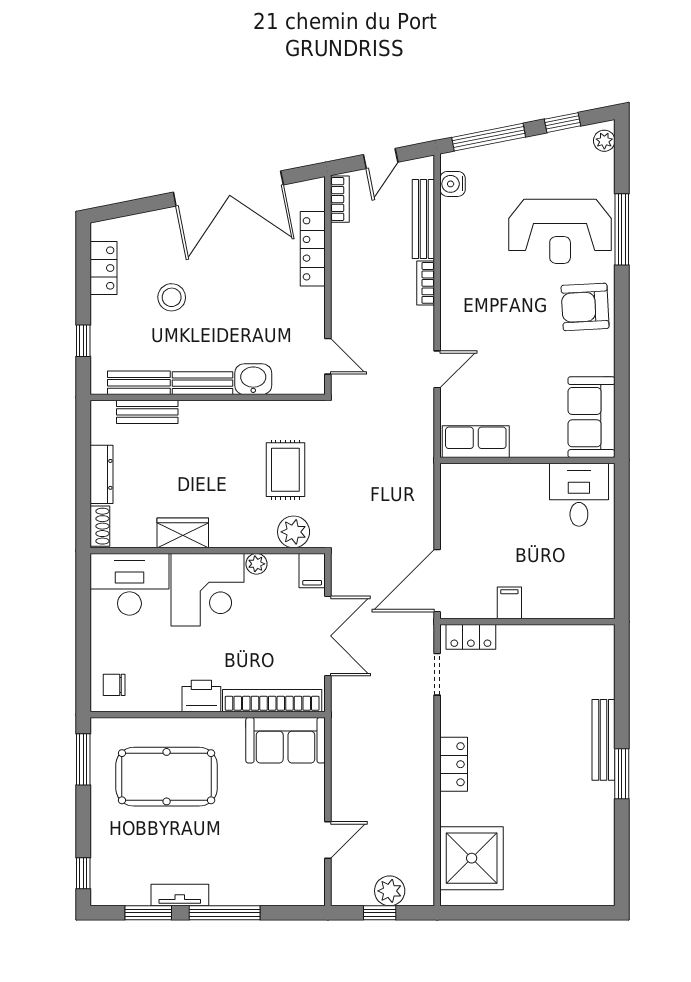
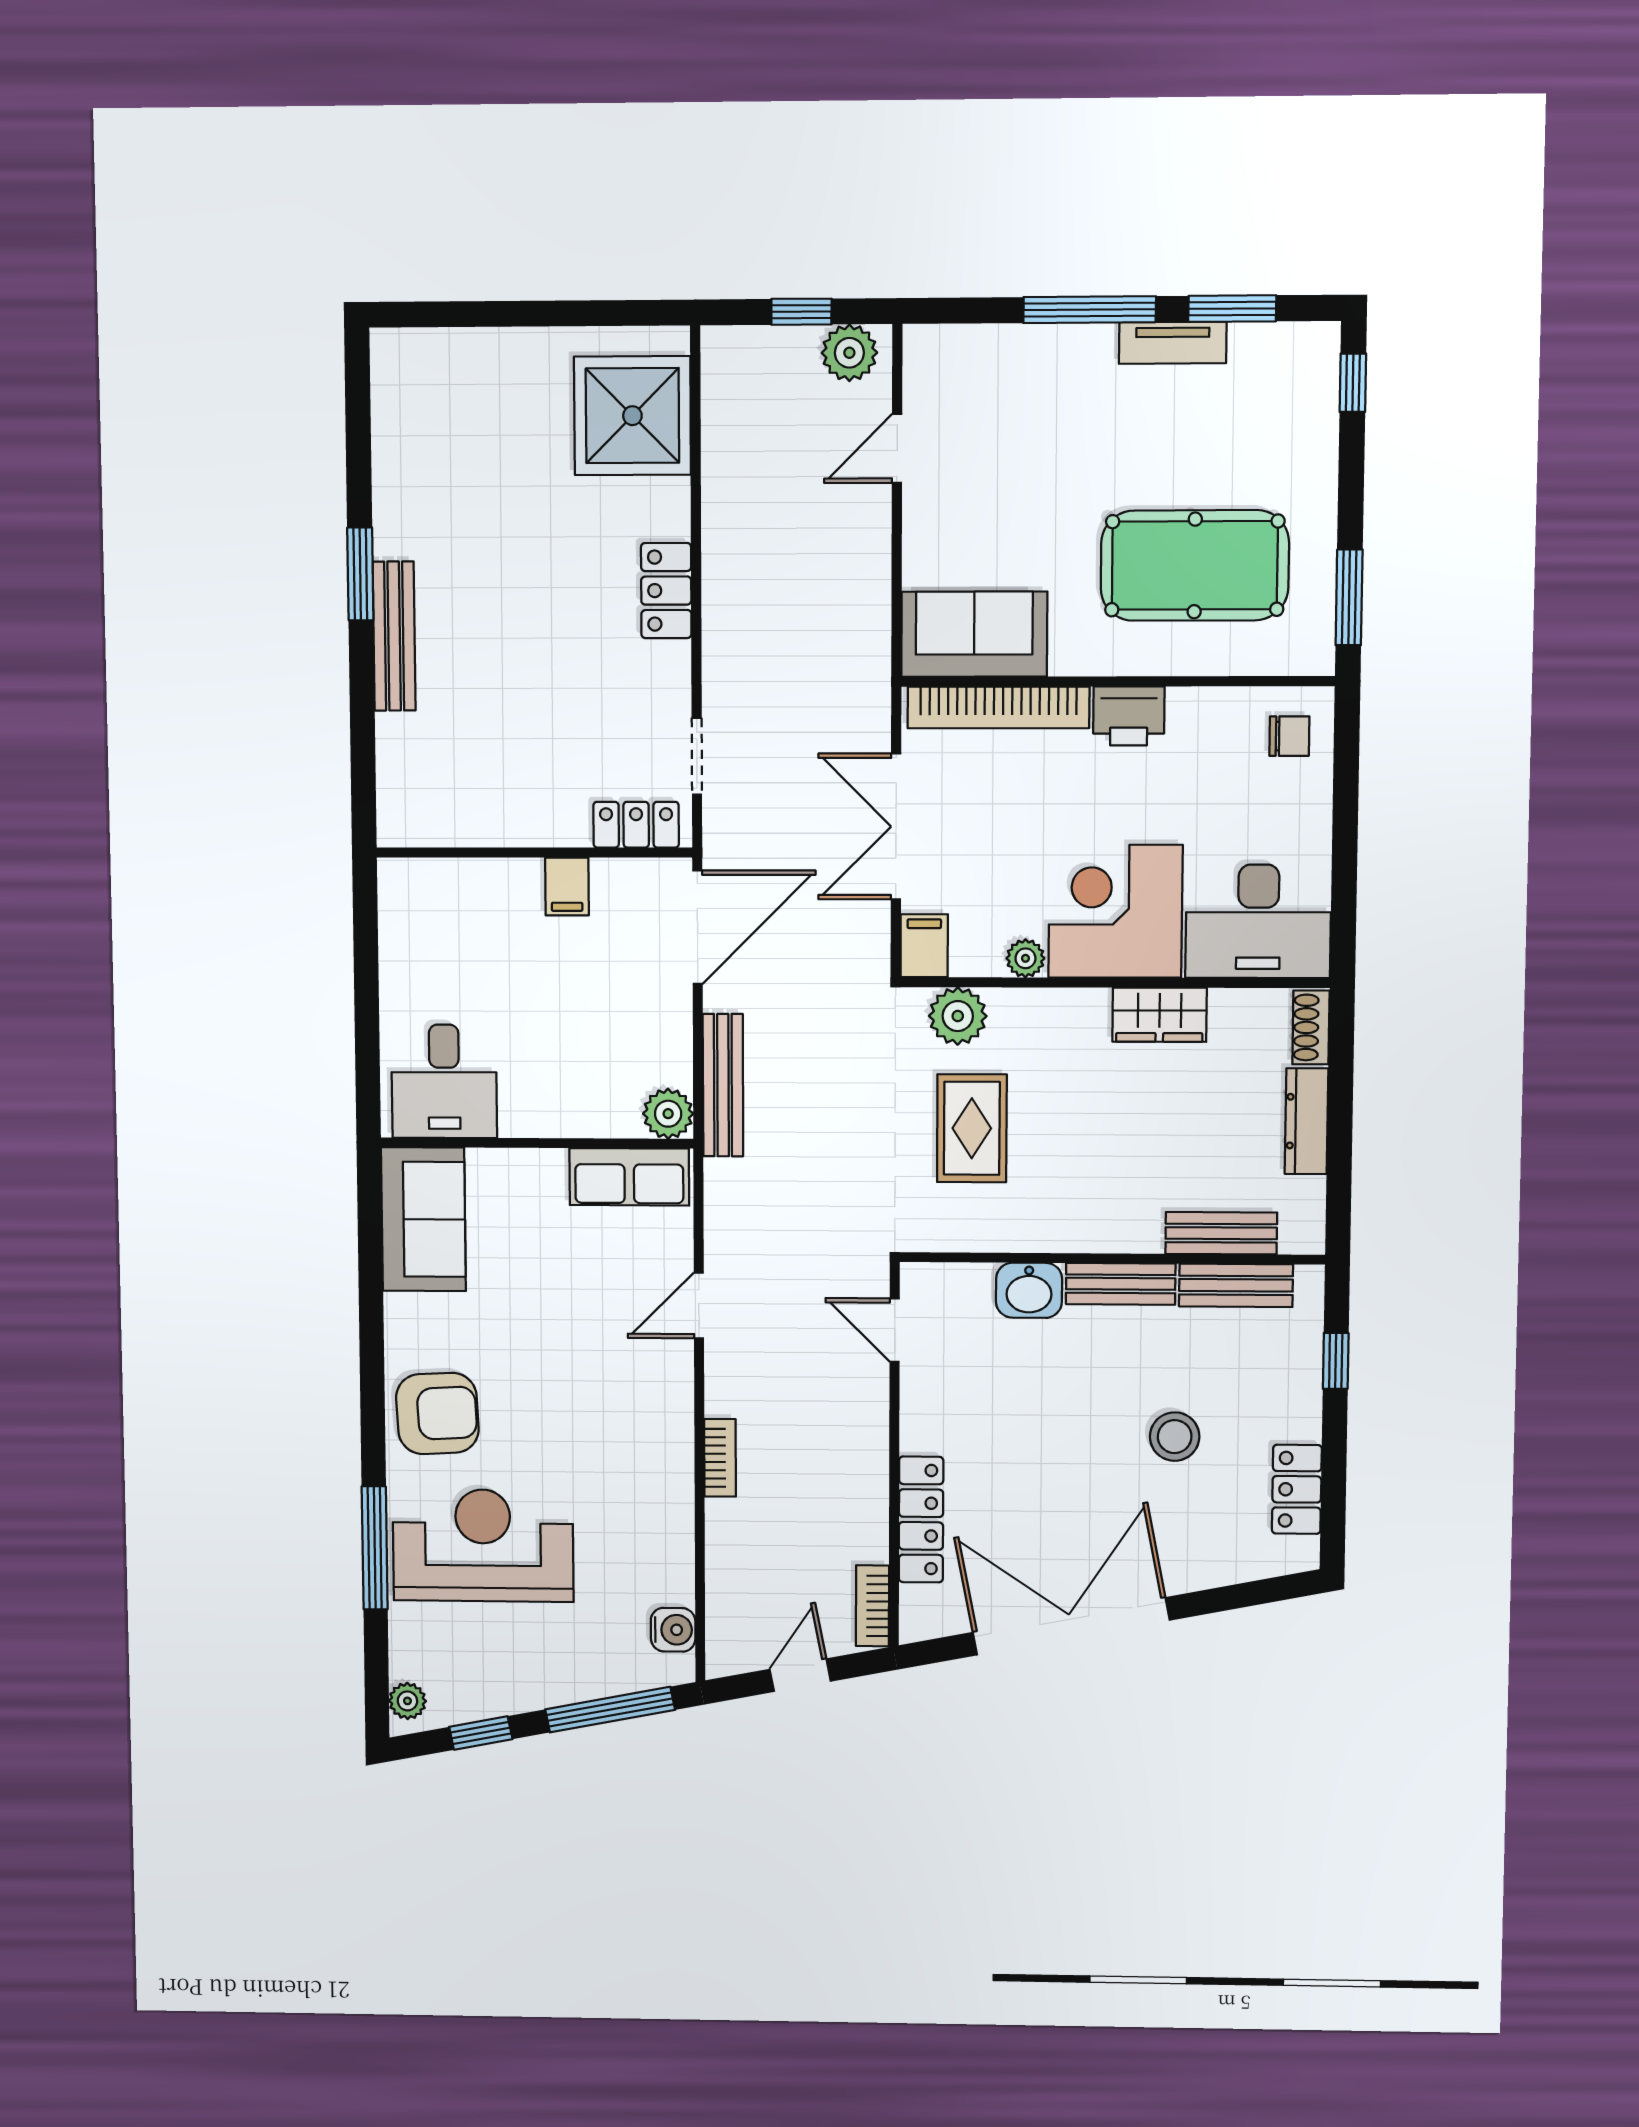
bench: (423, 219) -> (723, 1085), moved
plant: (454, 477) -> (668, 1114), added
plant: (390, 891) -> (849, 353), moved

